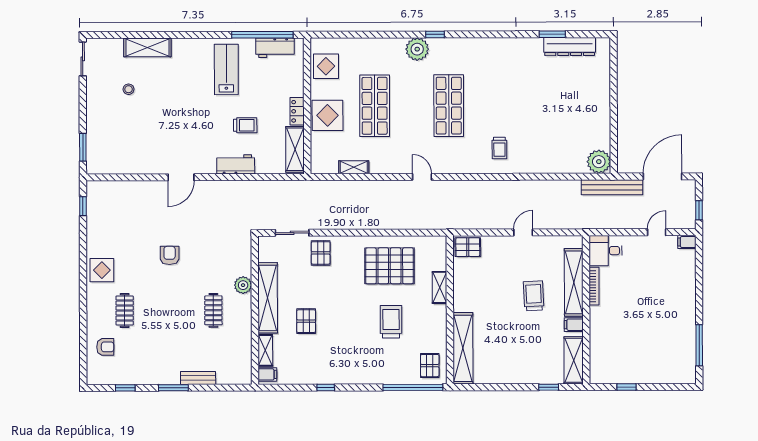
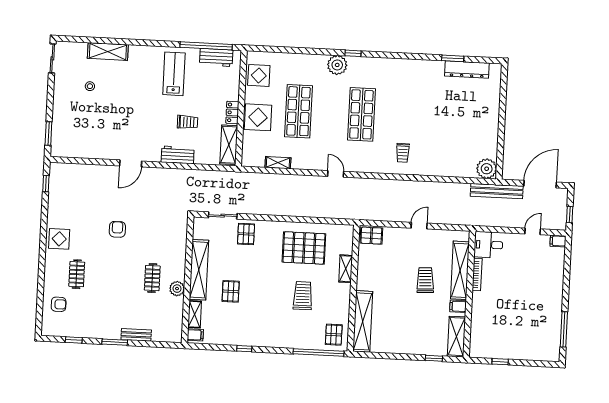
plant: (243, 285) -> (177, 289), moved

